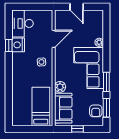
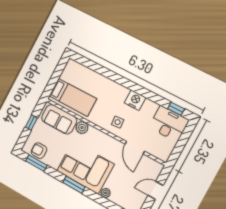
window: (9, 45) -> (176, 109), moved
nightstand: (18, 45) -> (135, 100), moved
window: (106, 82) -> (74, 185), moved

